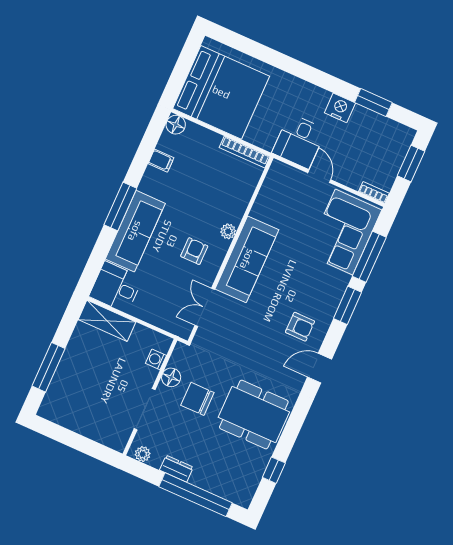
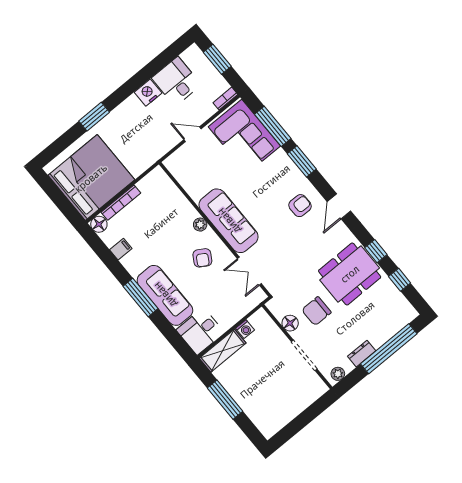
window: (373, 102) -> (94, 117), moved
desk: (299, 141) -> (176, 81), moved, turned 180
bookcase: (245, 152) -> (121, 203), moved
armchair: (194, 251) -> (202, 258), turned -149
washing machine: (156, 359) -> (245, 329), moved, turned -90
window: (48, 367) -> (225, 400), moved
window: (292, 430) -> (376, 251), added

